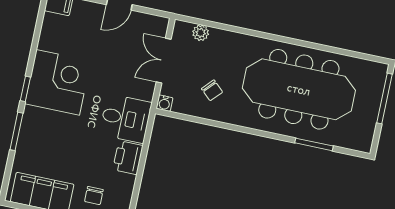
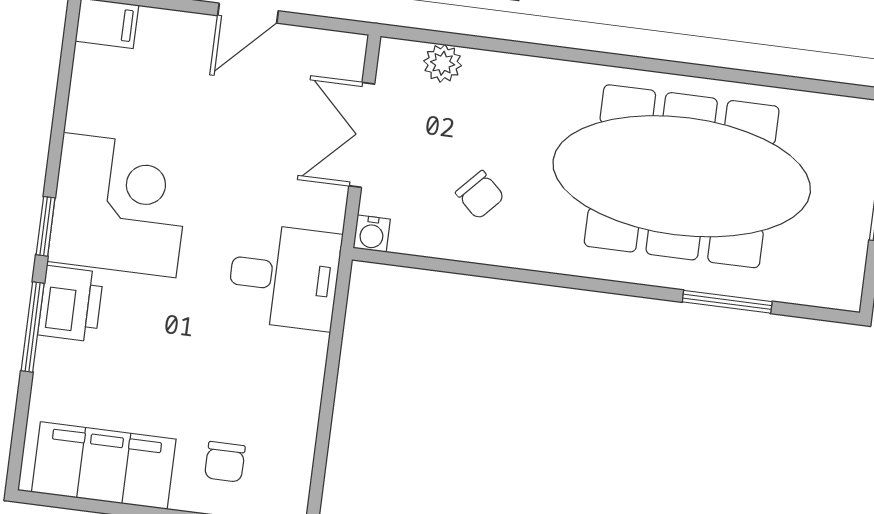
printer: (128, 158) -> (71, 304), moved, turned 180

